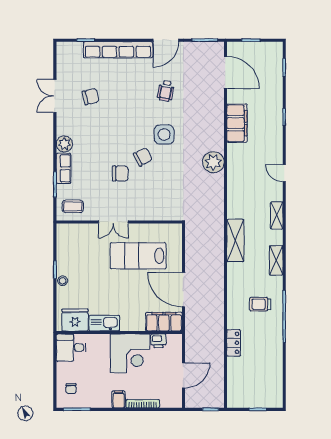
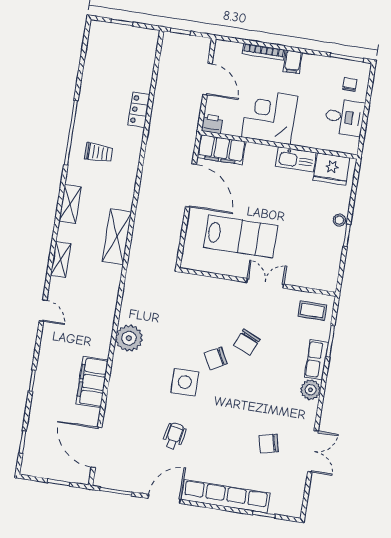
chair: (120, 173) -> (247, 342), turned -66
printer: (158, 341) -> (212, 124), moved
desk: (71, 348) -> (345, 117), moved
door: (184, 375) -> (208, 79), swing flipped

